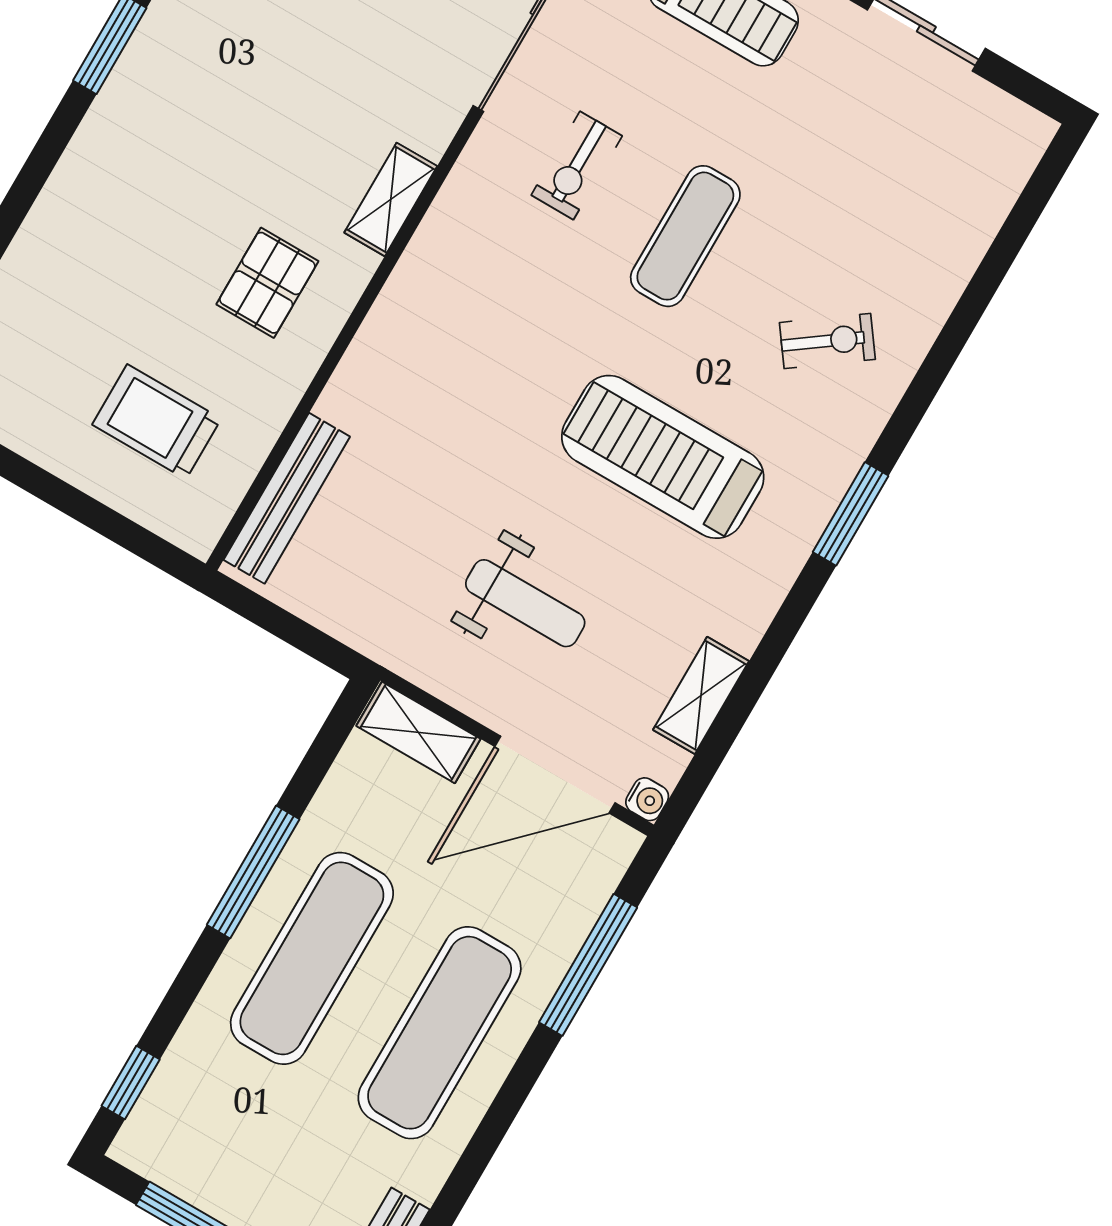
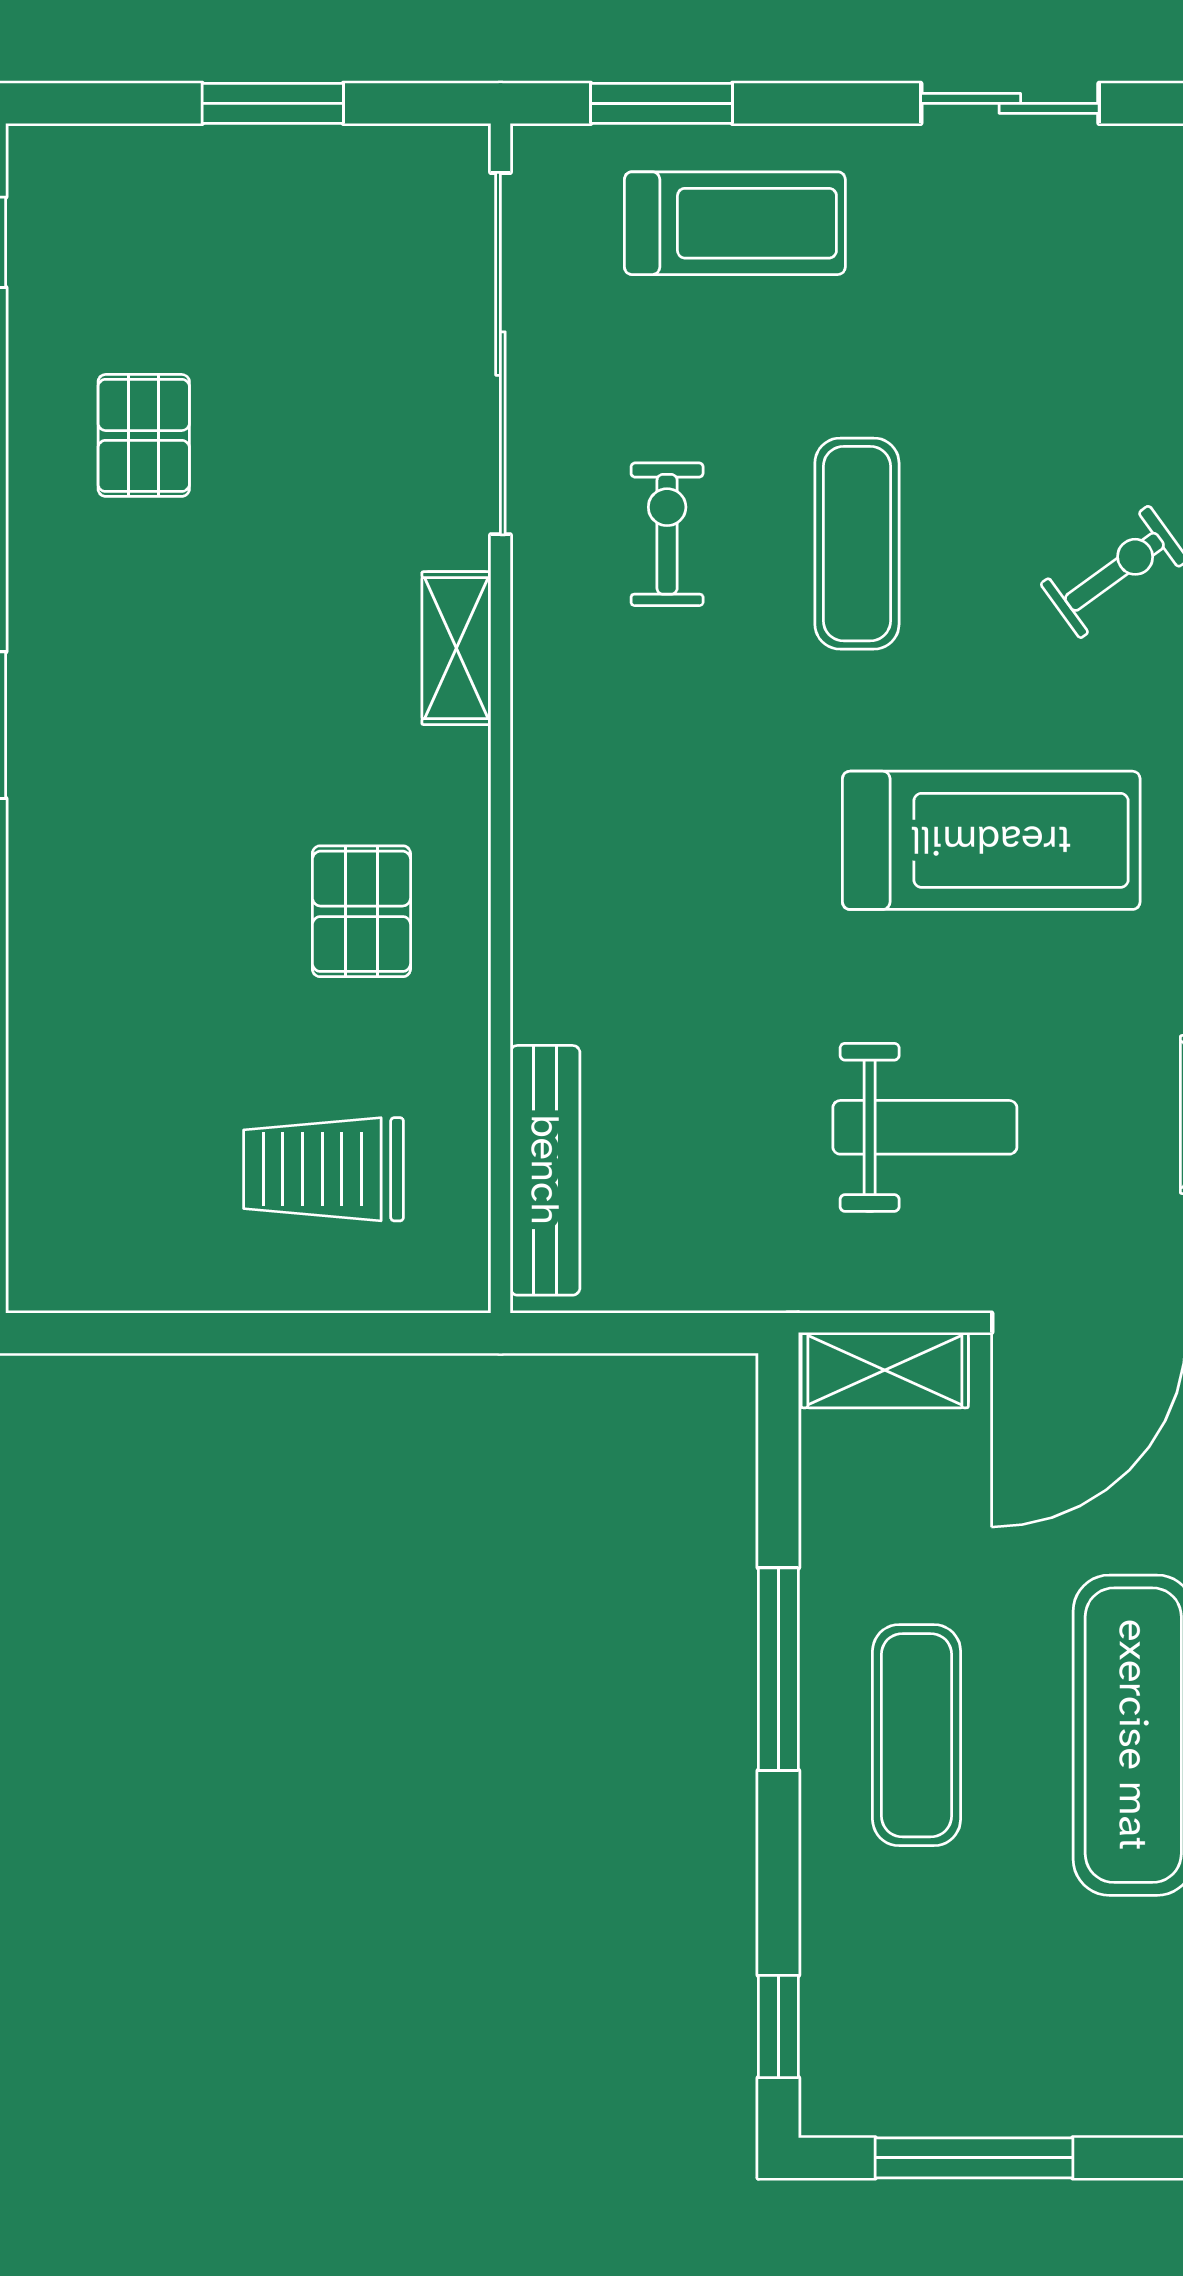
exercise bike: (577, 165) -> (667, 534), turned 180
shelving: (391, 199) -> (456, 648), moved
treadmill: (663, 457) -> (991, 840), turned 180
exercise mat: (312, 958) -> (917, 1735), width x0.73, depth x0.69

